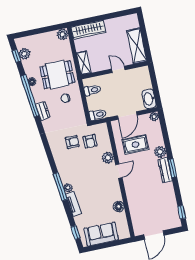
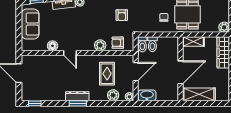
door: (118, 69) -> (180, 72), width x1.88
toilet: (92, 90) -> (152, 44), moved
door: (127, 116) -> (136, 72), swing flipped
armchair: (90, 141) -> (118, 43), moved
plant: (160, 152) -> (113, 95), moved
door: (119, 171) -> (70, 53), moved

